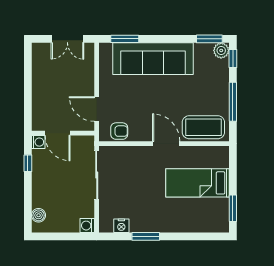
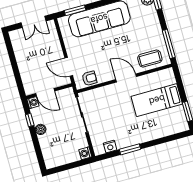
window: (233, 102) -> (169, 44), moved
coffee table: (203, 127) -> (150, 59), width x0.73, depth x0.76
boiler: (39, 215) -> (41, 129), moved

